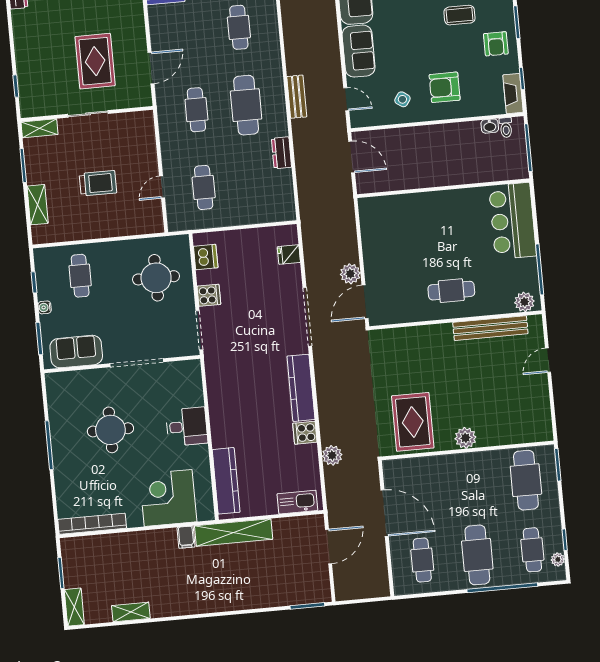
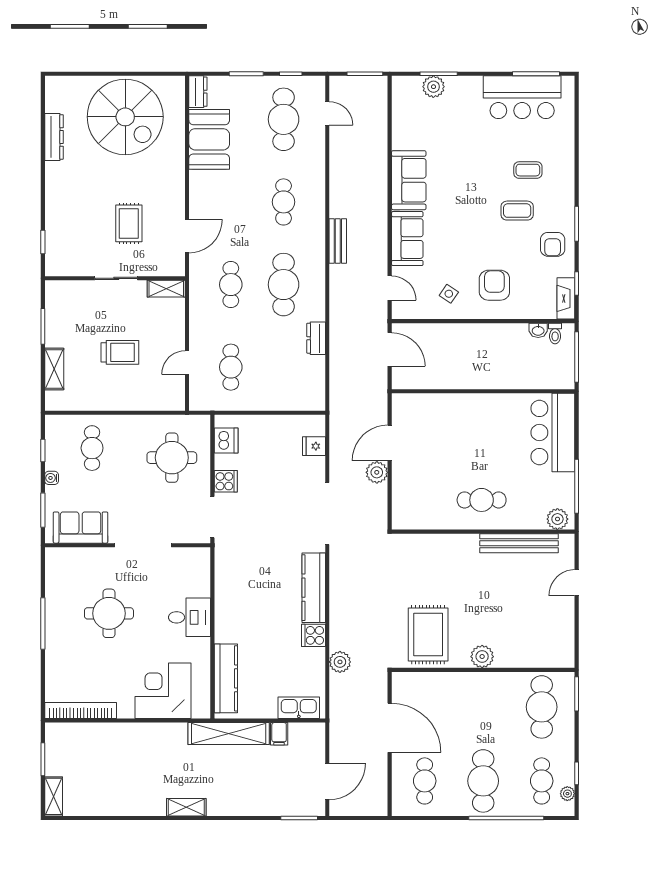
rug: (95, 61) -> (129, 223), width x0.73, depth x0.70
armchair: (445, 87) -> (494, 285), turned 90
bench: (297, 97) -> (338, 241), moved
shelving: (39, 128) -> (166, 289), moved
door: (365, 302) -> (390, 443), moved
filing cabinet: (186, 537) -> (279, 734), moved
door: (329, 547) -> (327, 781), moved
shelving: (131, 612) -> (186, 807), moved

